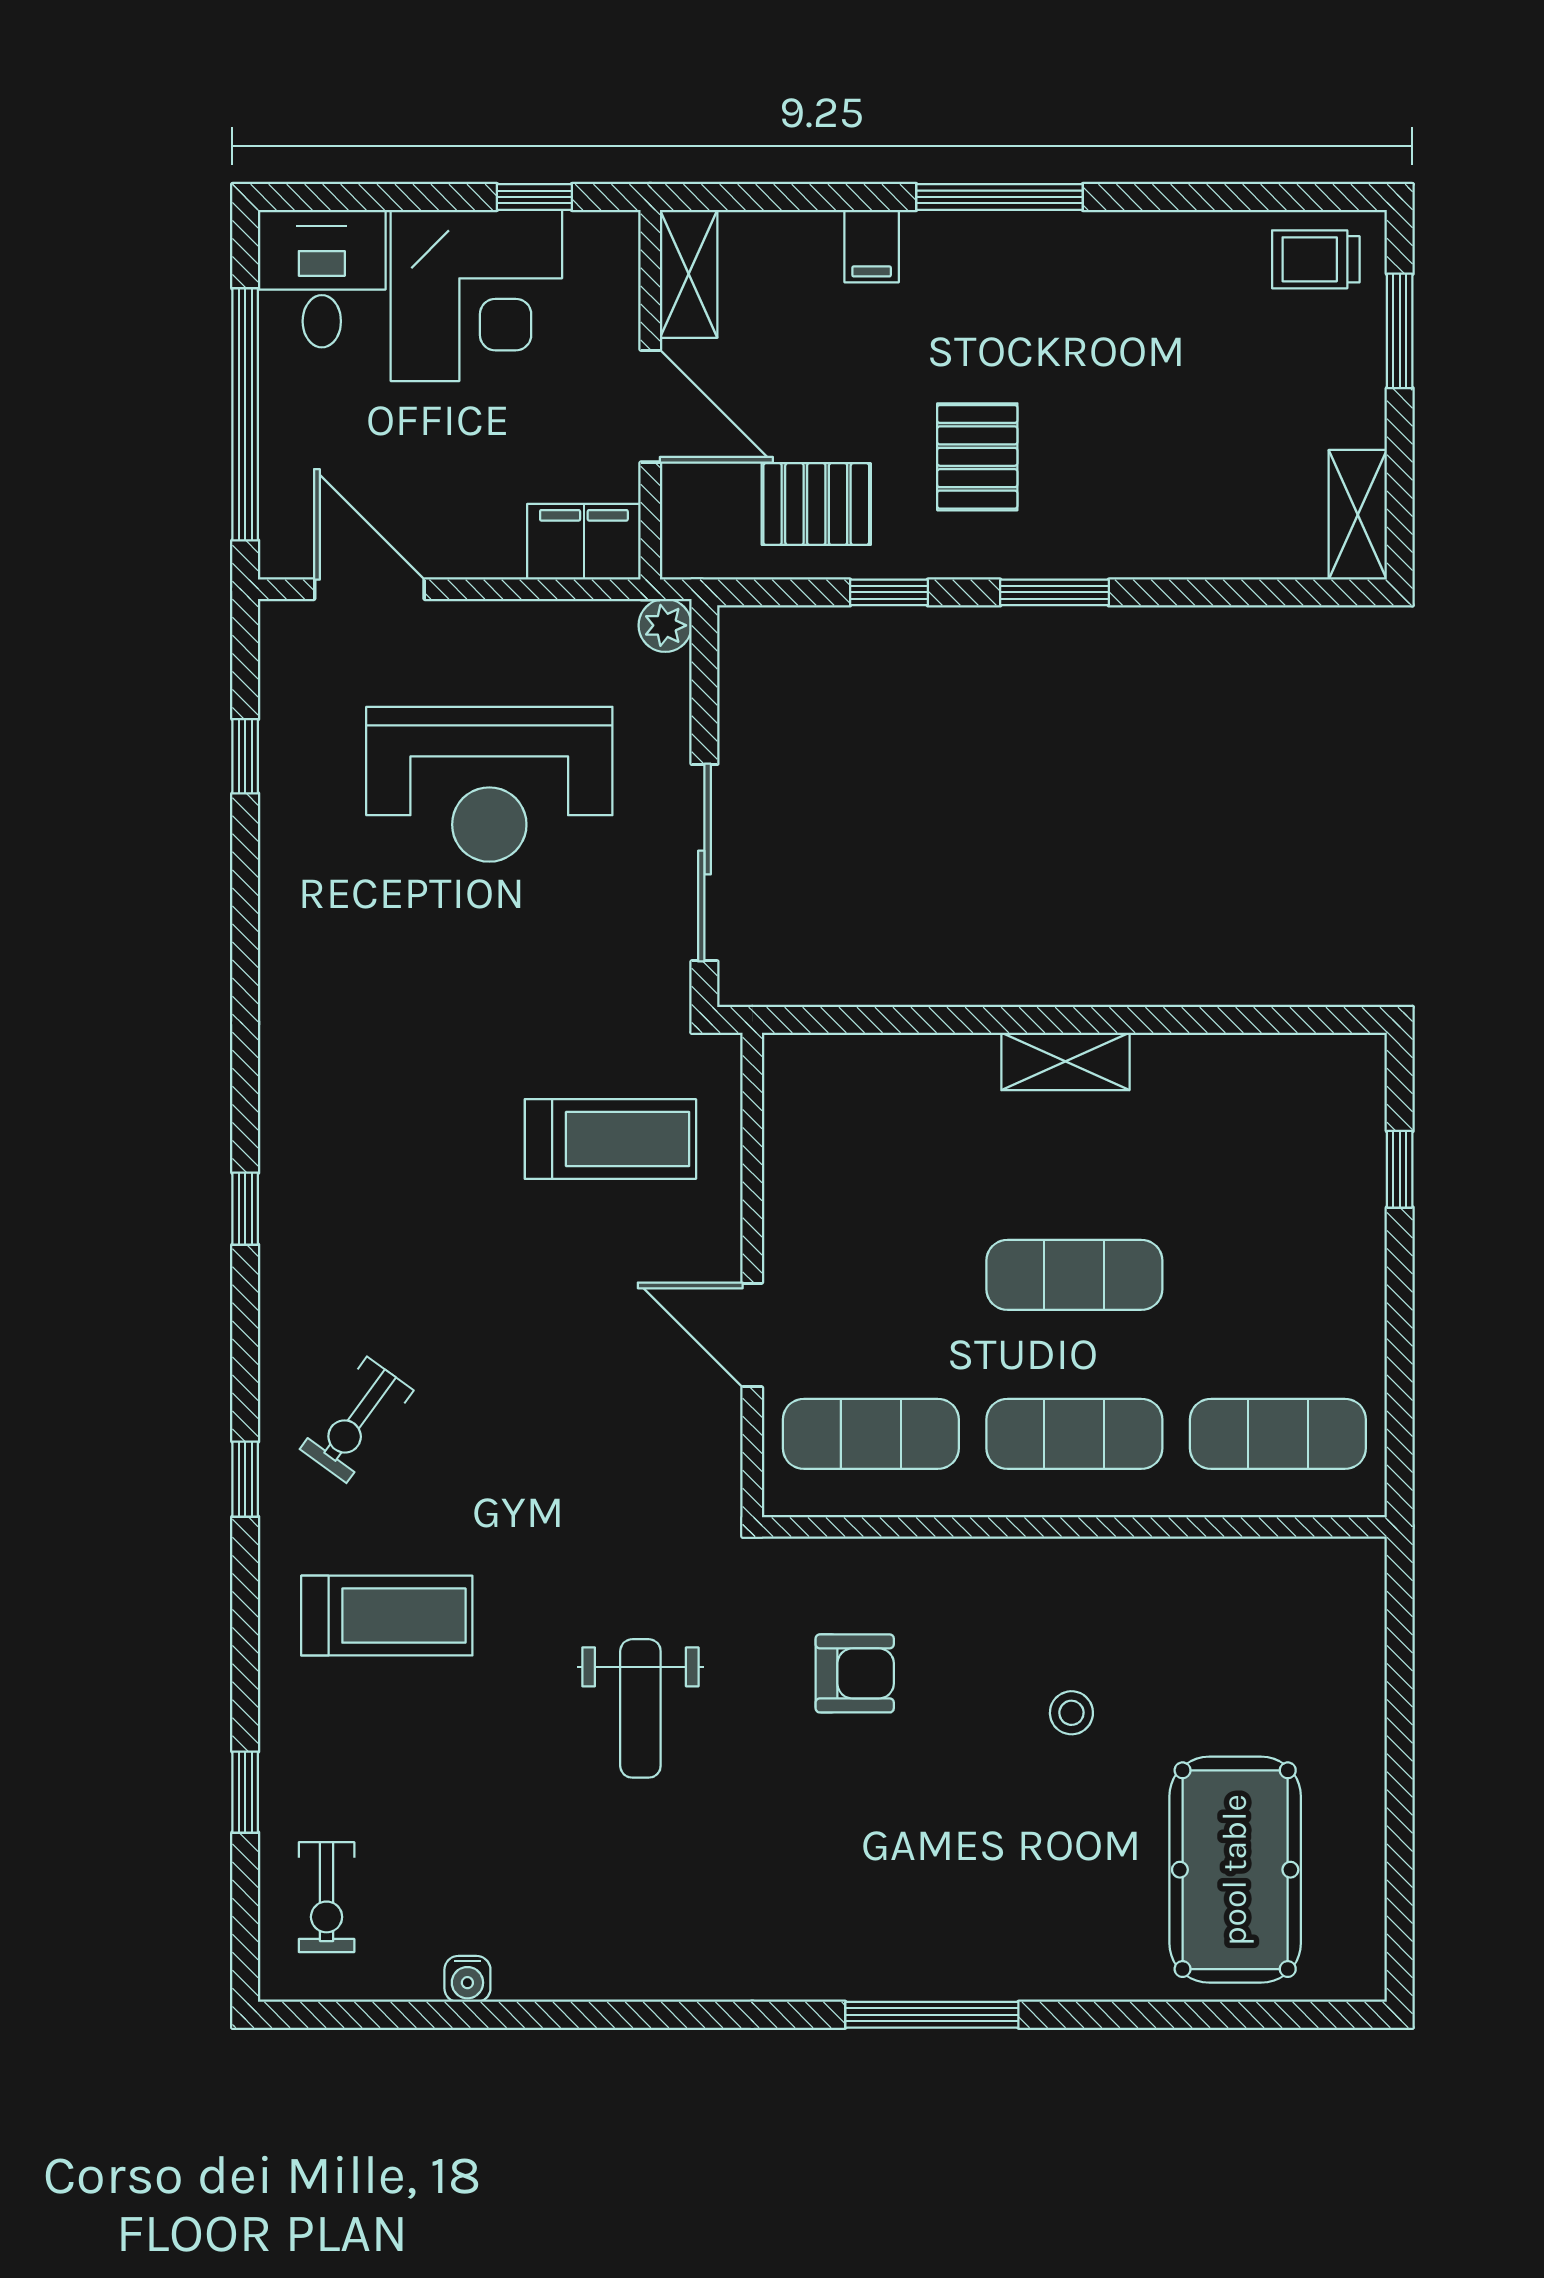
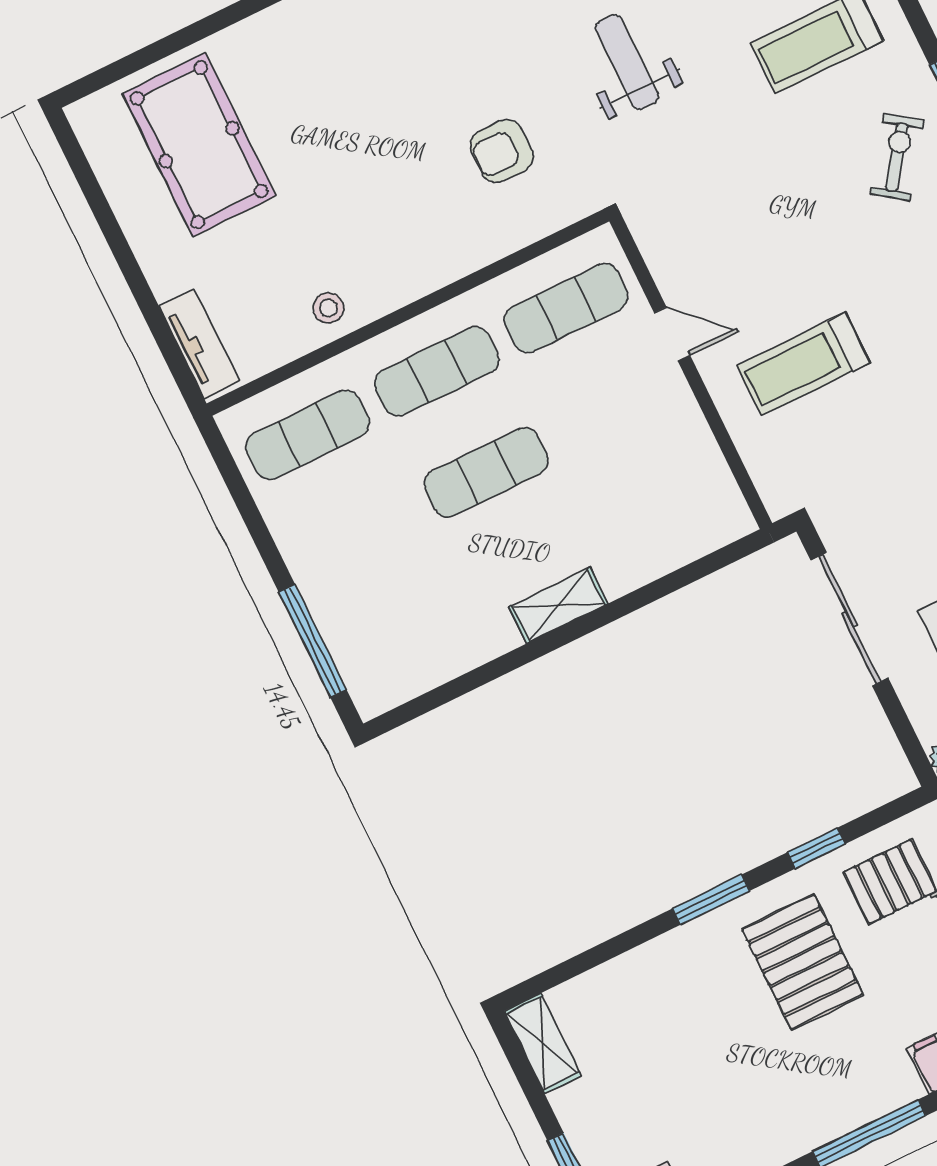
pallet: (977, 457) -> (802, 962), width x1.50, depth x1.42
treadmill: (610, 1139) -> (803, 364), moved
window: (1400, 1169) -> (313, 641), width x2.17
door: (752, 1335) -> (672, 334), width x0.73
tv unit: (1359, 1617) -> (199, 344), added
stool: (1071, 1713) -> (328, 308), moved

